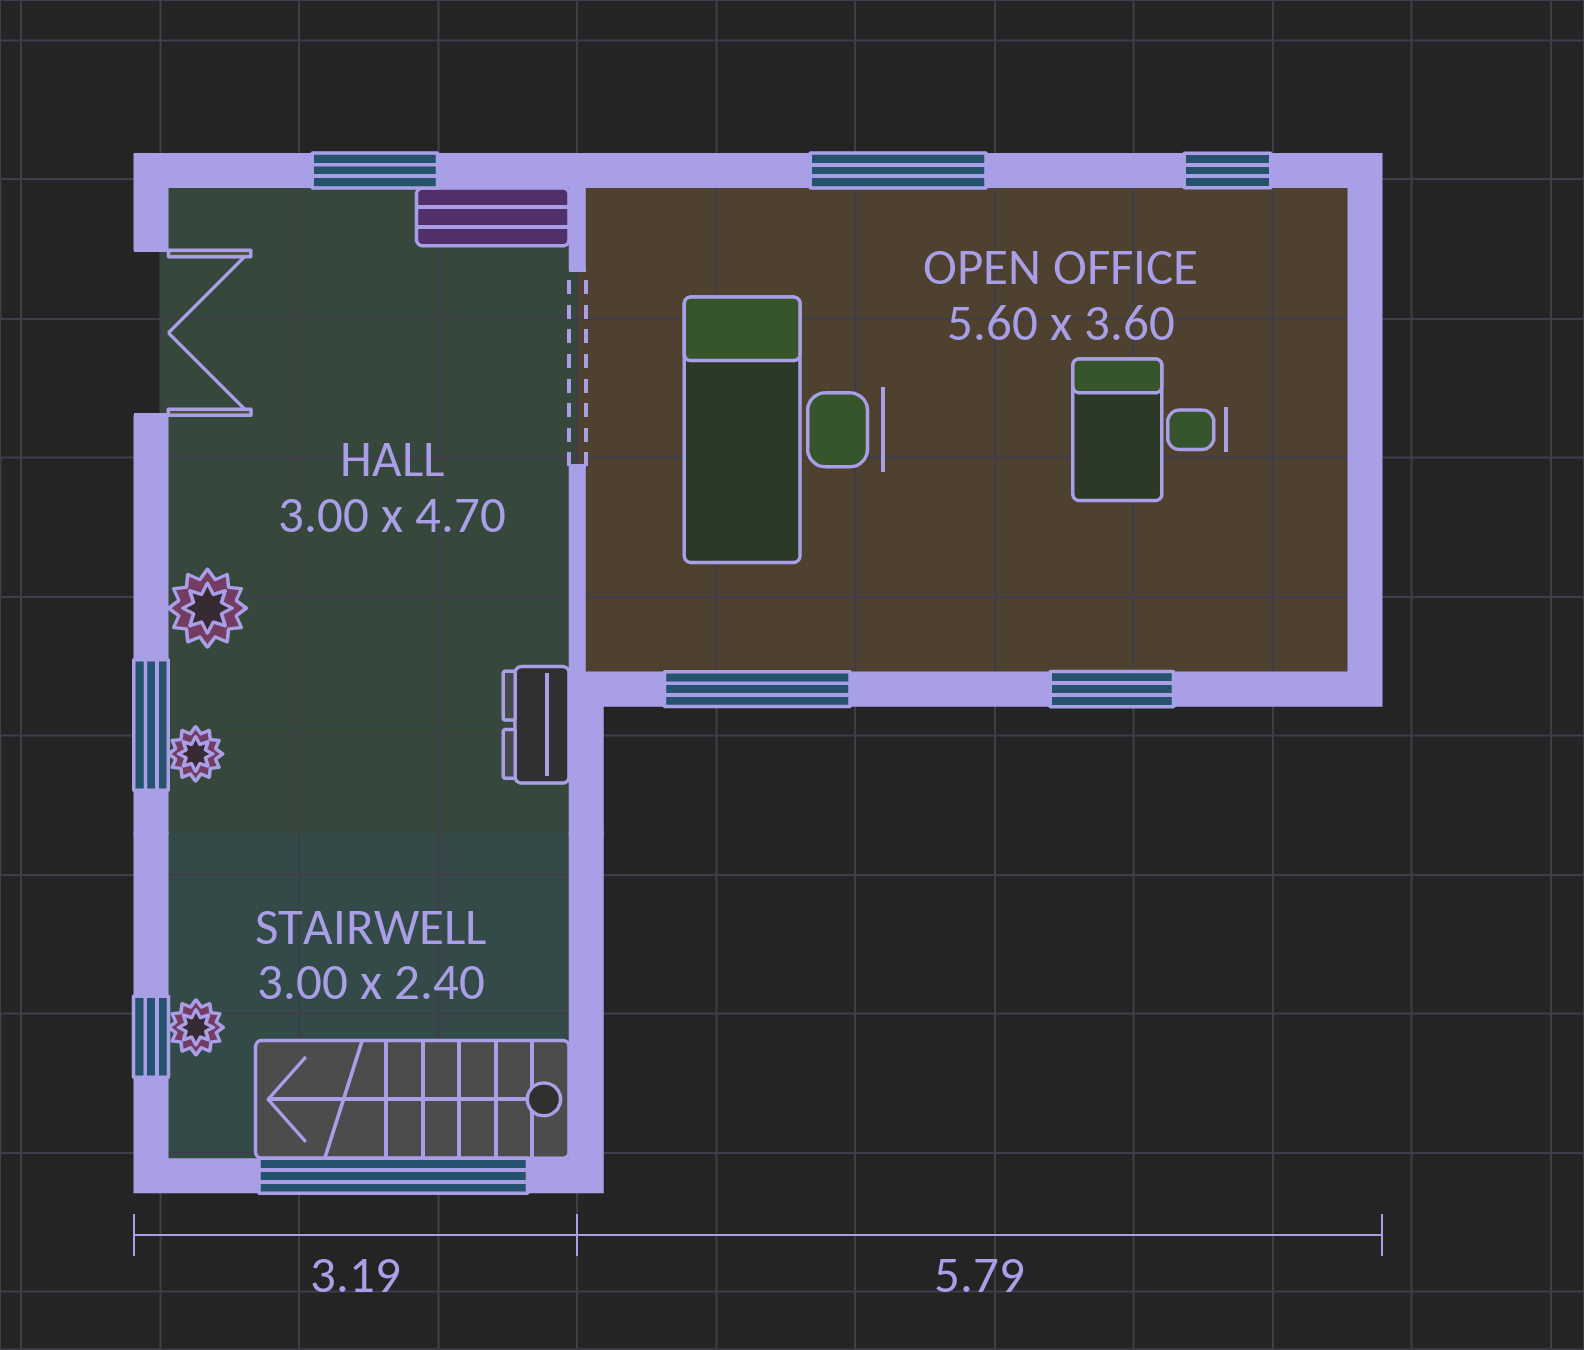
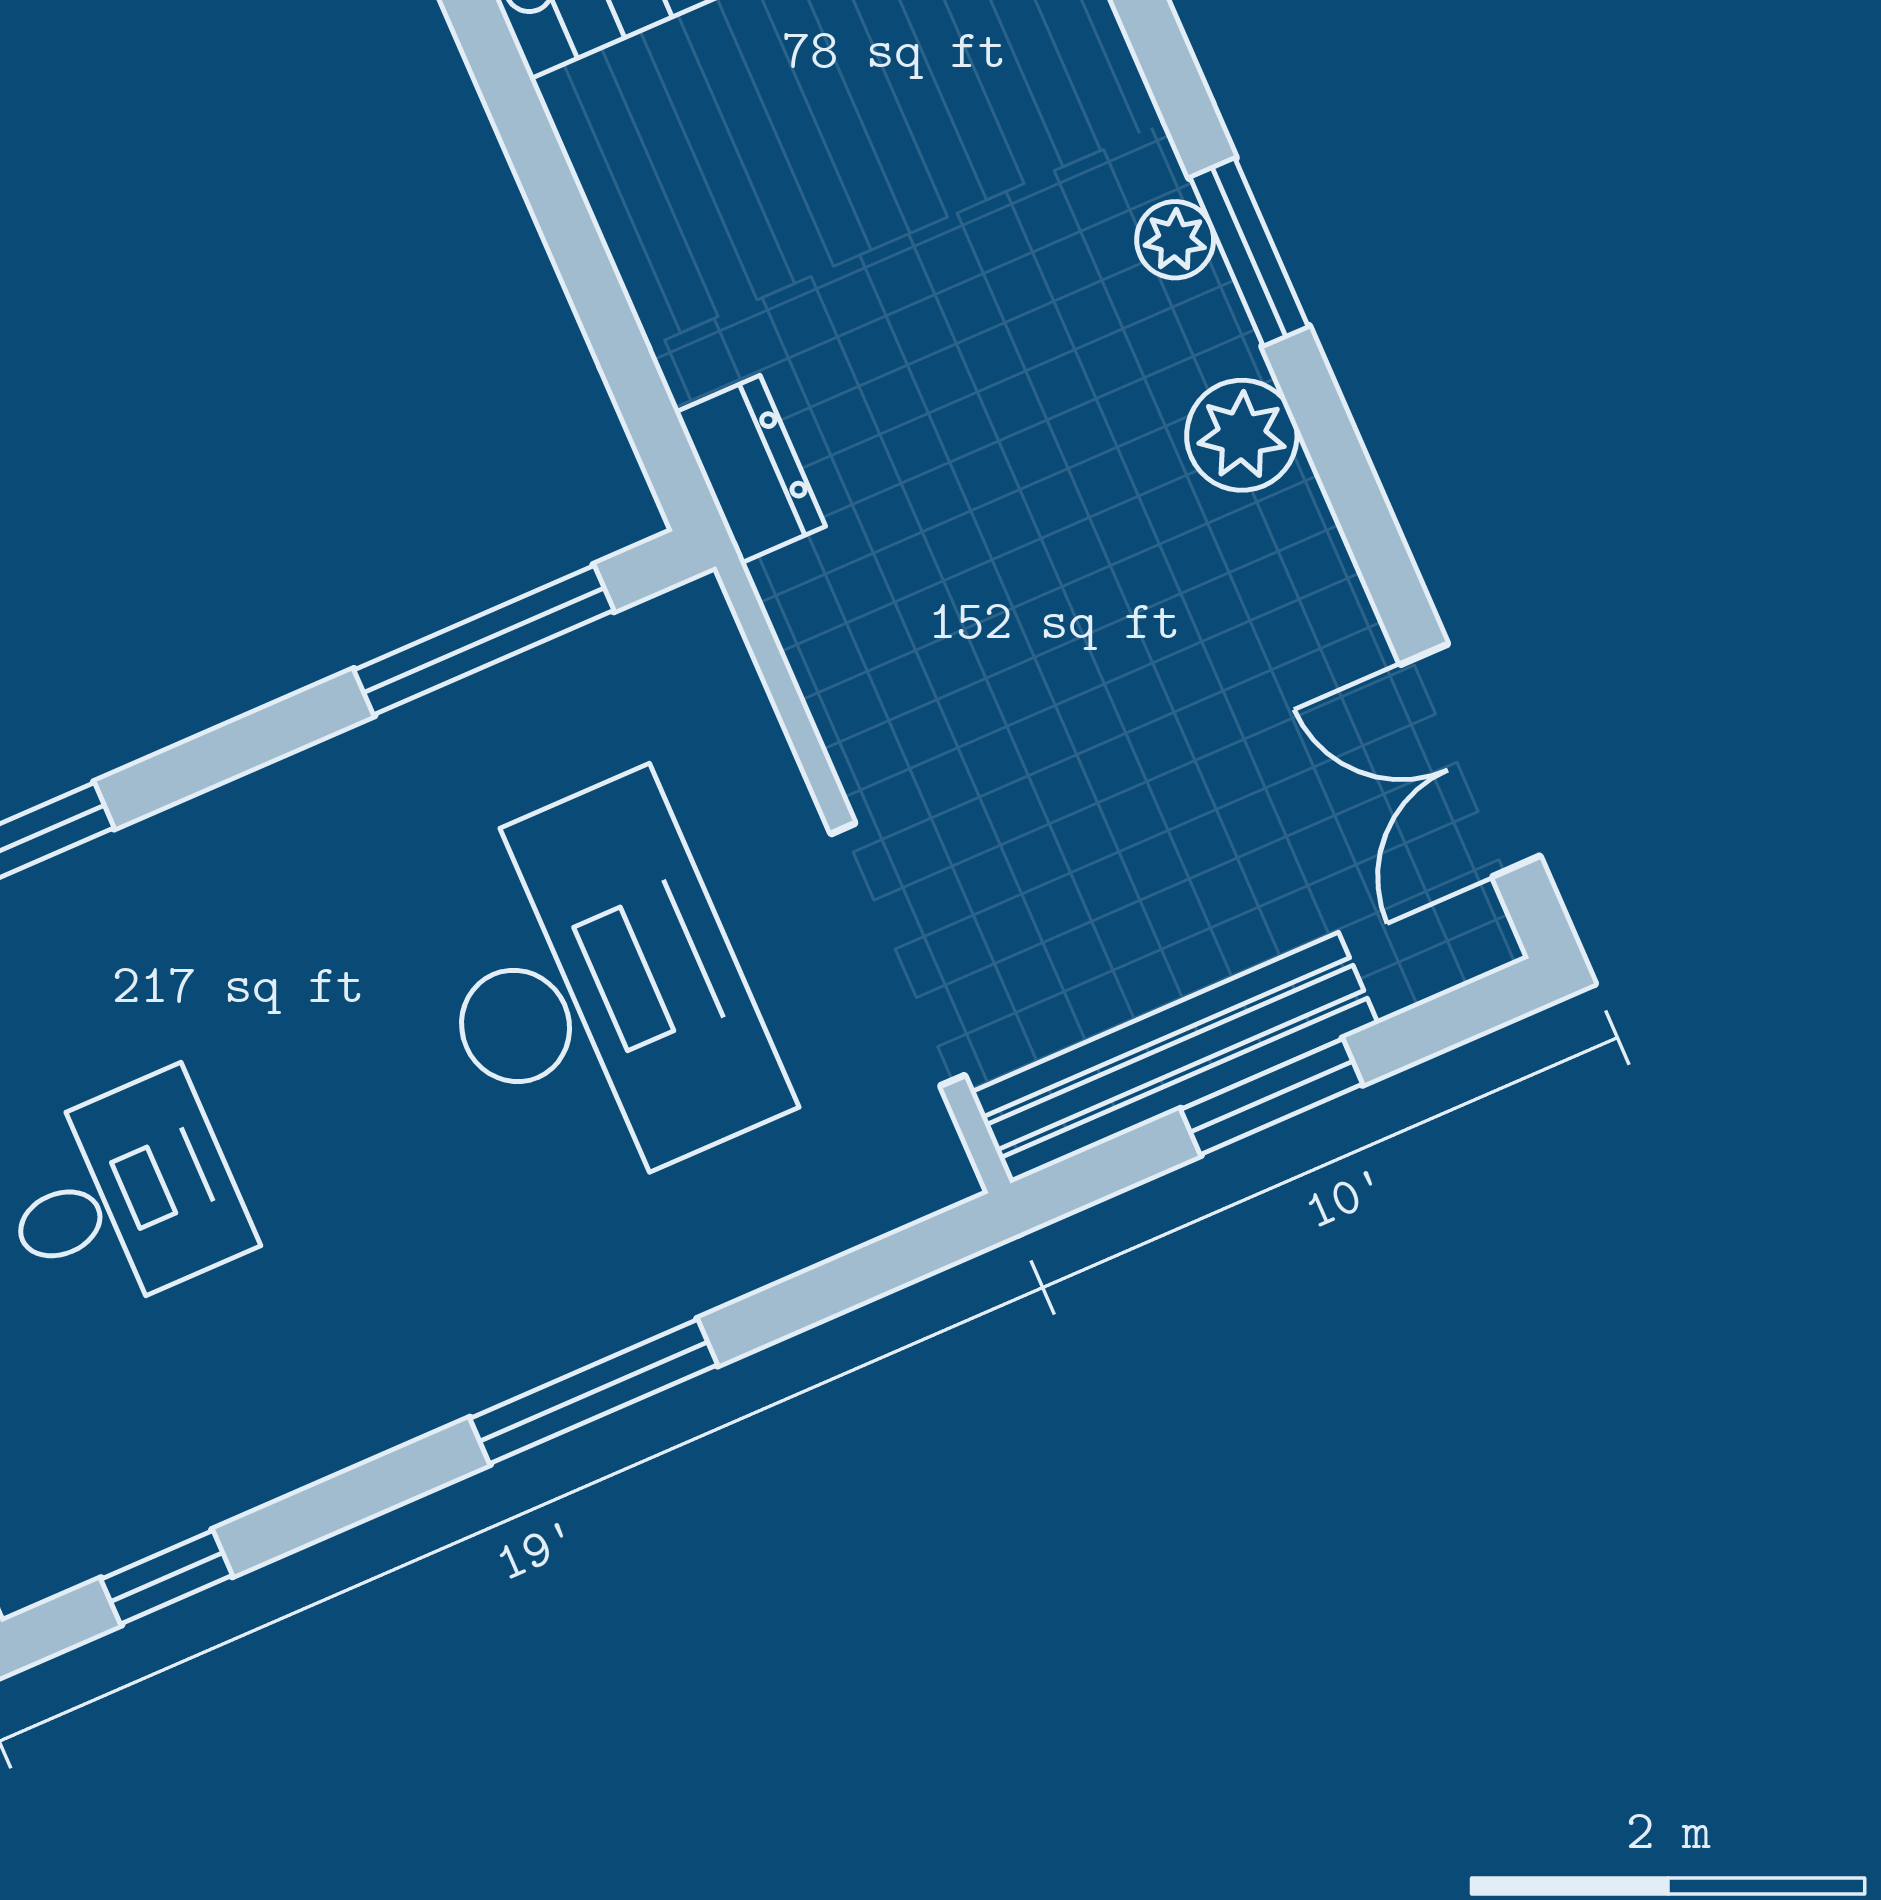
bench: (493, 217) -> (1174, 1058), width x1.86, depth x1.21

